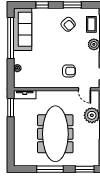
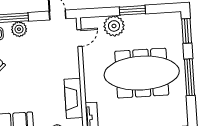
armchair: (69, 71) -> (57, 60), removed
fireplace: (40, 82) -> (74, 98), added

